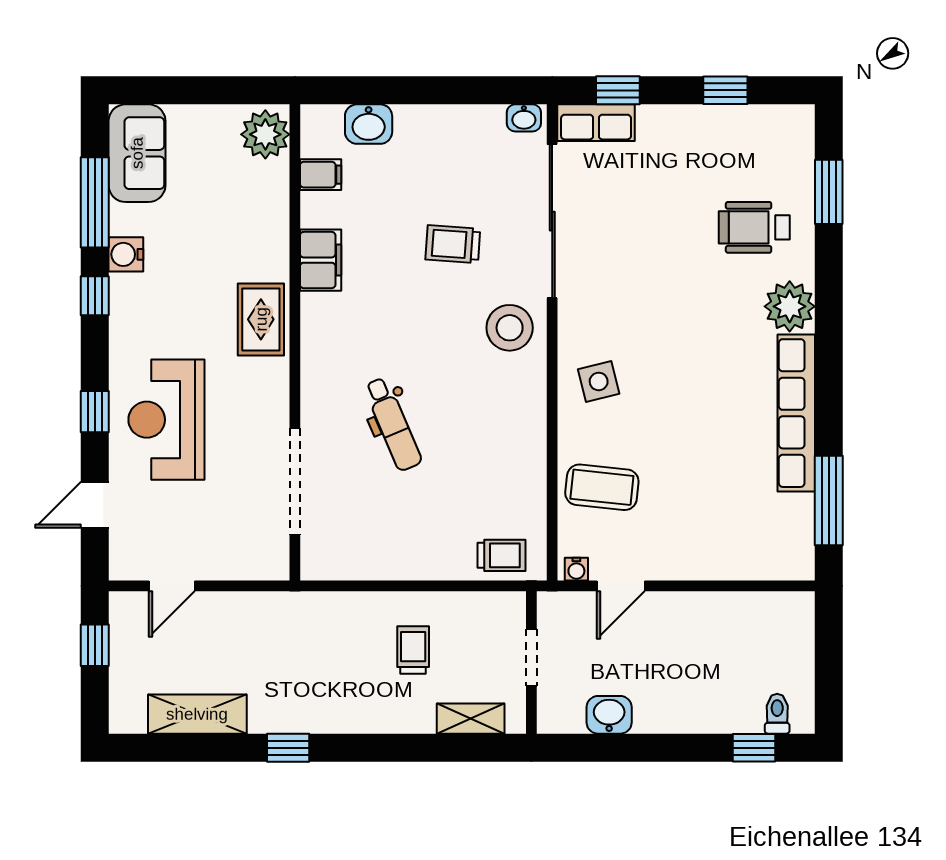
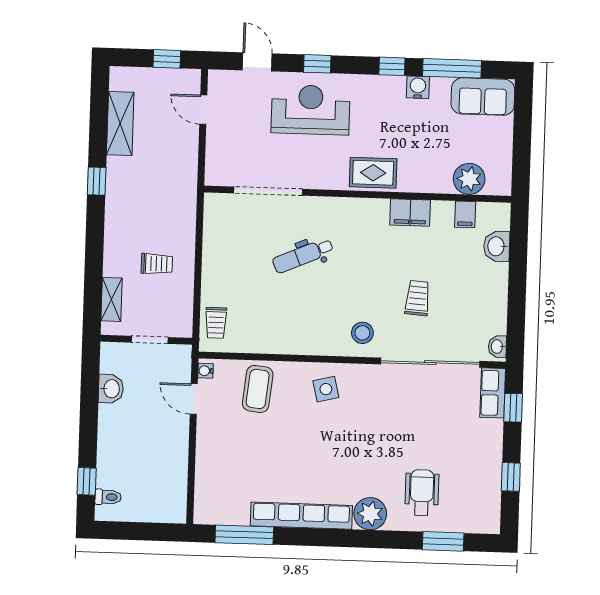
plant: (265, 134) -> (469, 179), moved
stool: (510, 328) -> (362, 333), width x0.73, depth x0.73

